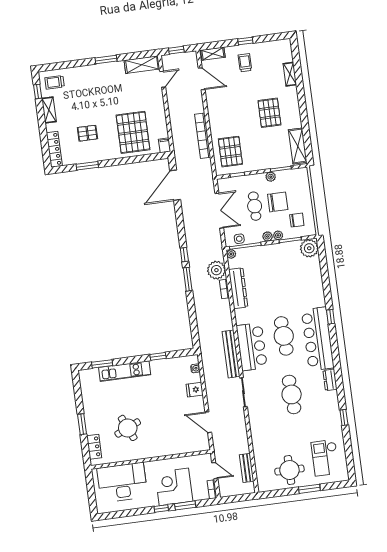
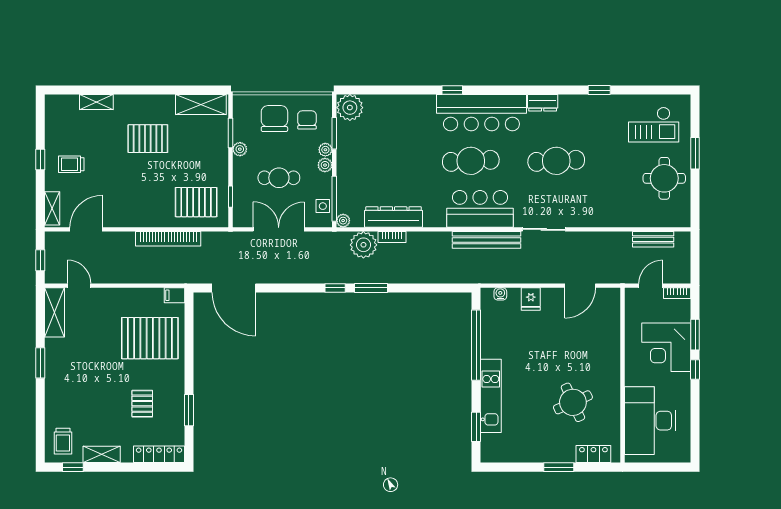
chair: (278, 202) -> (274, 119), moved
window: (158, 356) -> (476, 345), width x3.17

